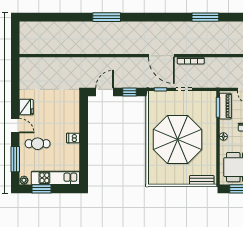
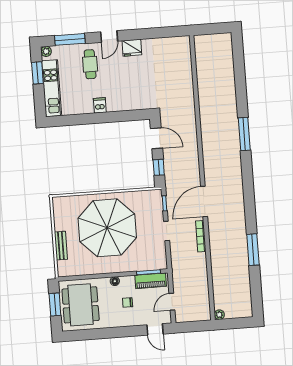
bench: (202, 180) -> (61, 246), moved

